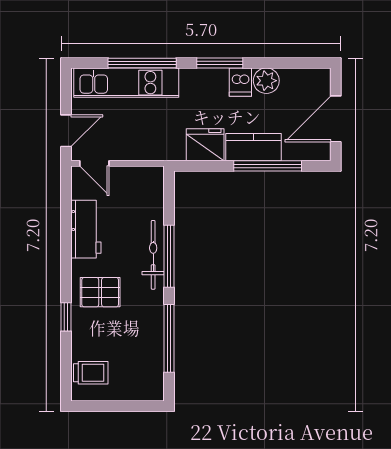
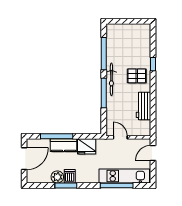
window: (220, 63) -> (66, 185), moved
door: (94, 163) -> (120, 137), moved
bicycle: (153, 255) -> (111, 79), moved
trolley: (91, 373) -> (141, 37), removed

